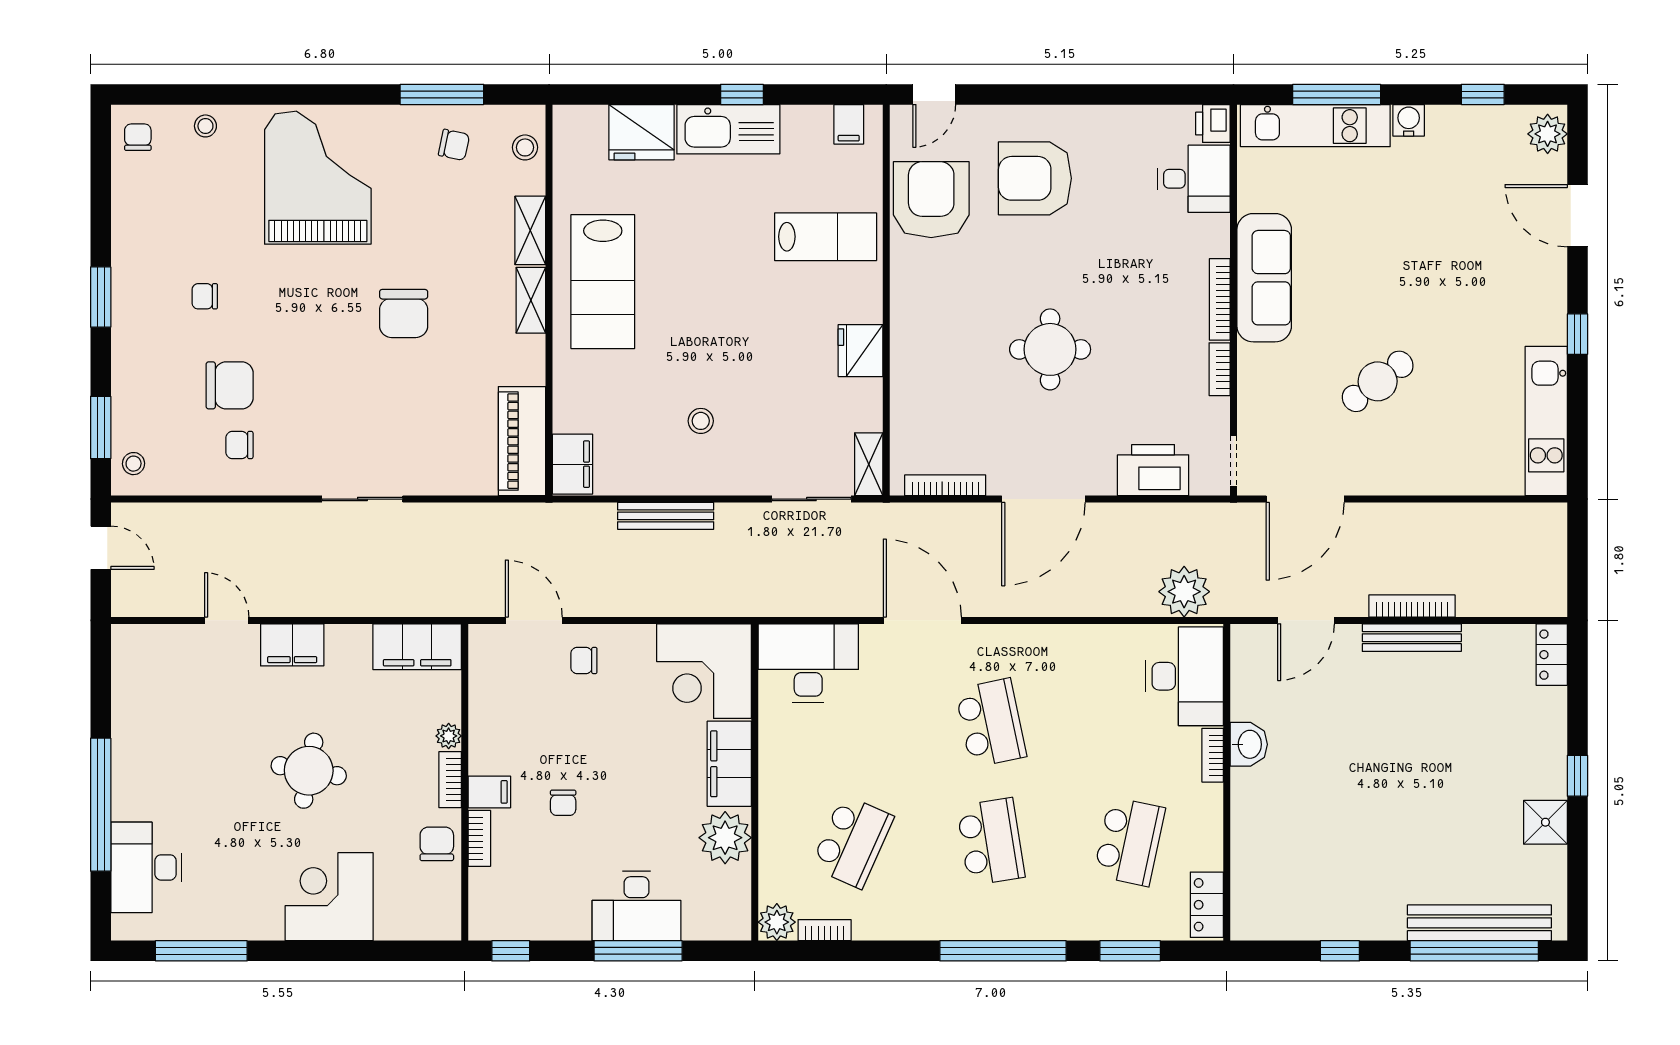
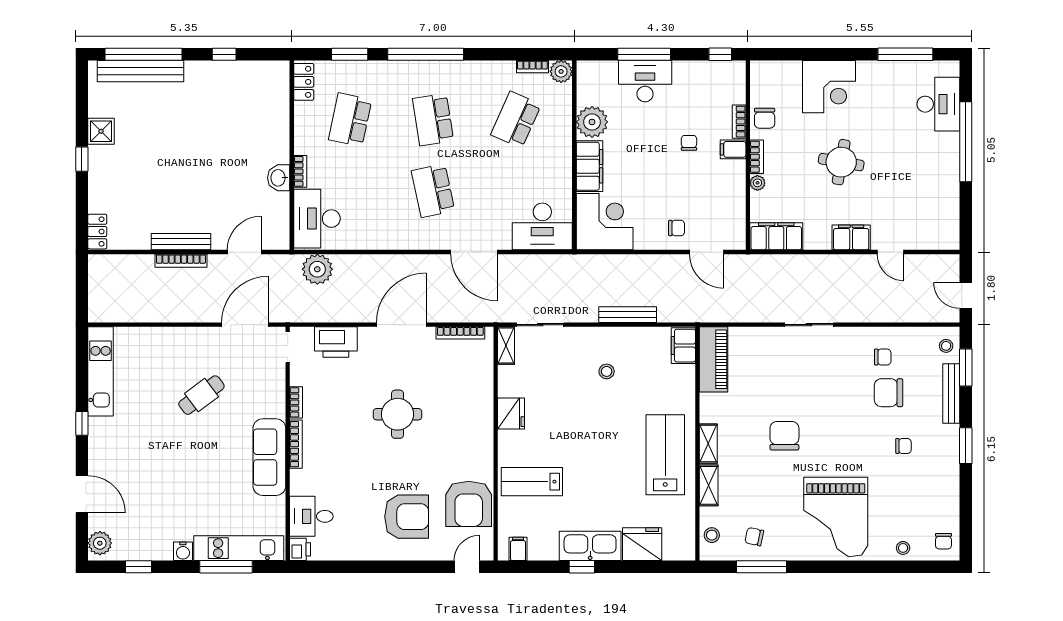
bench: (125, 384) -> (951, 394), added

